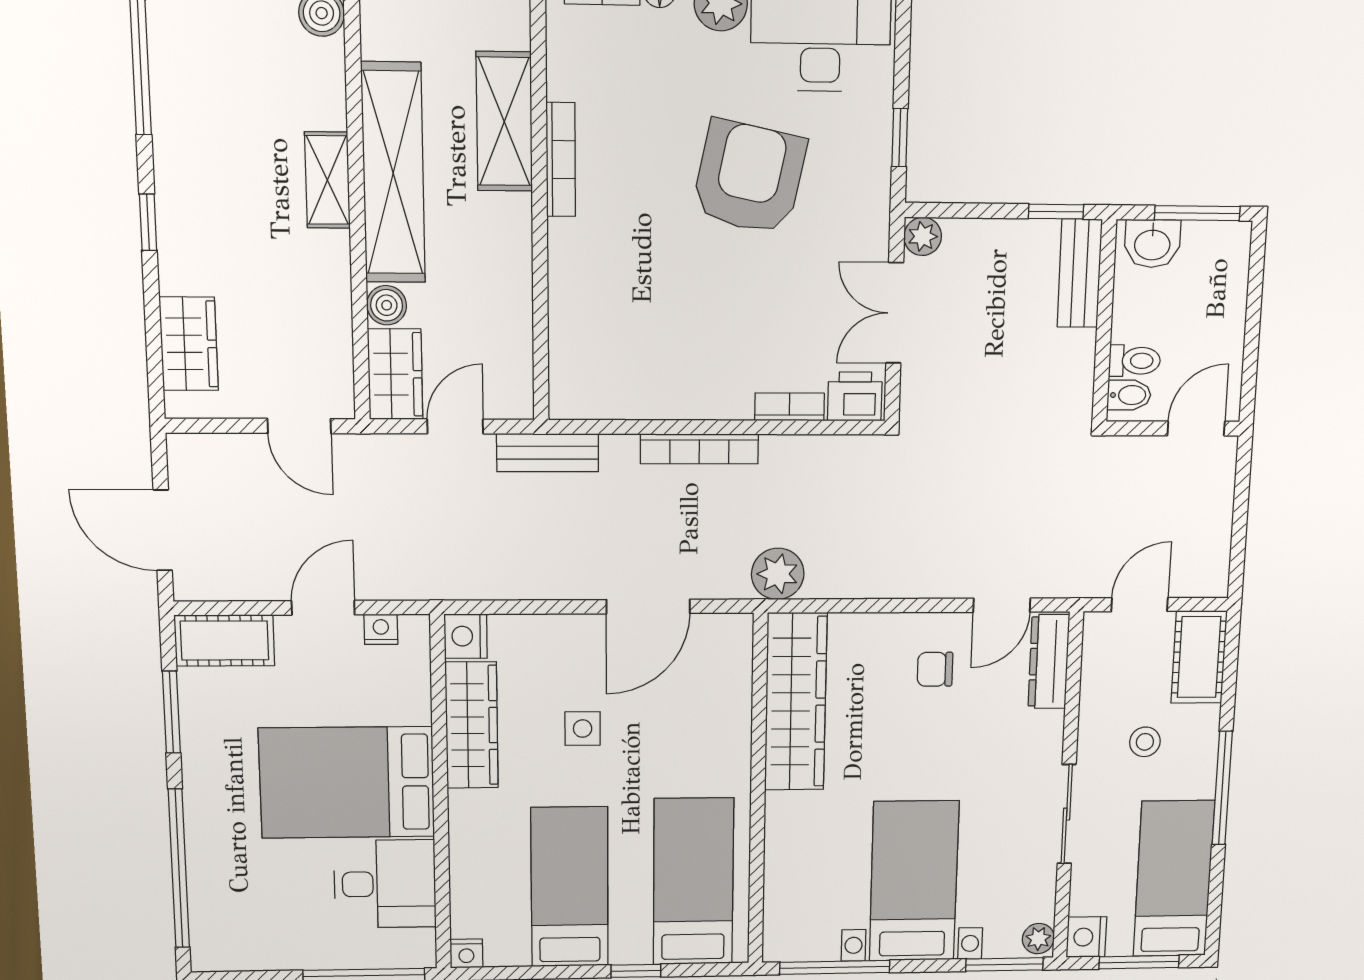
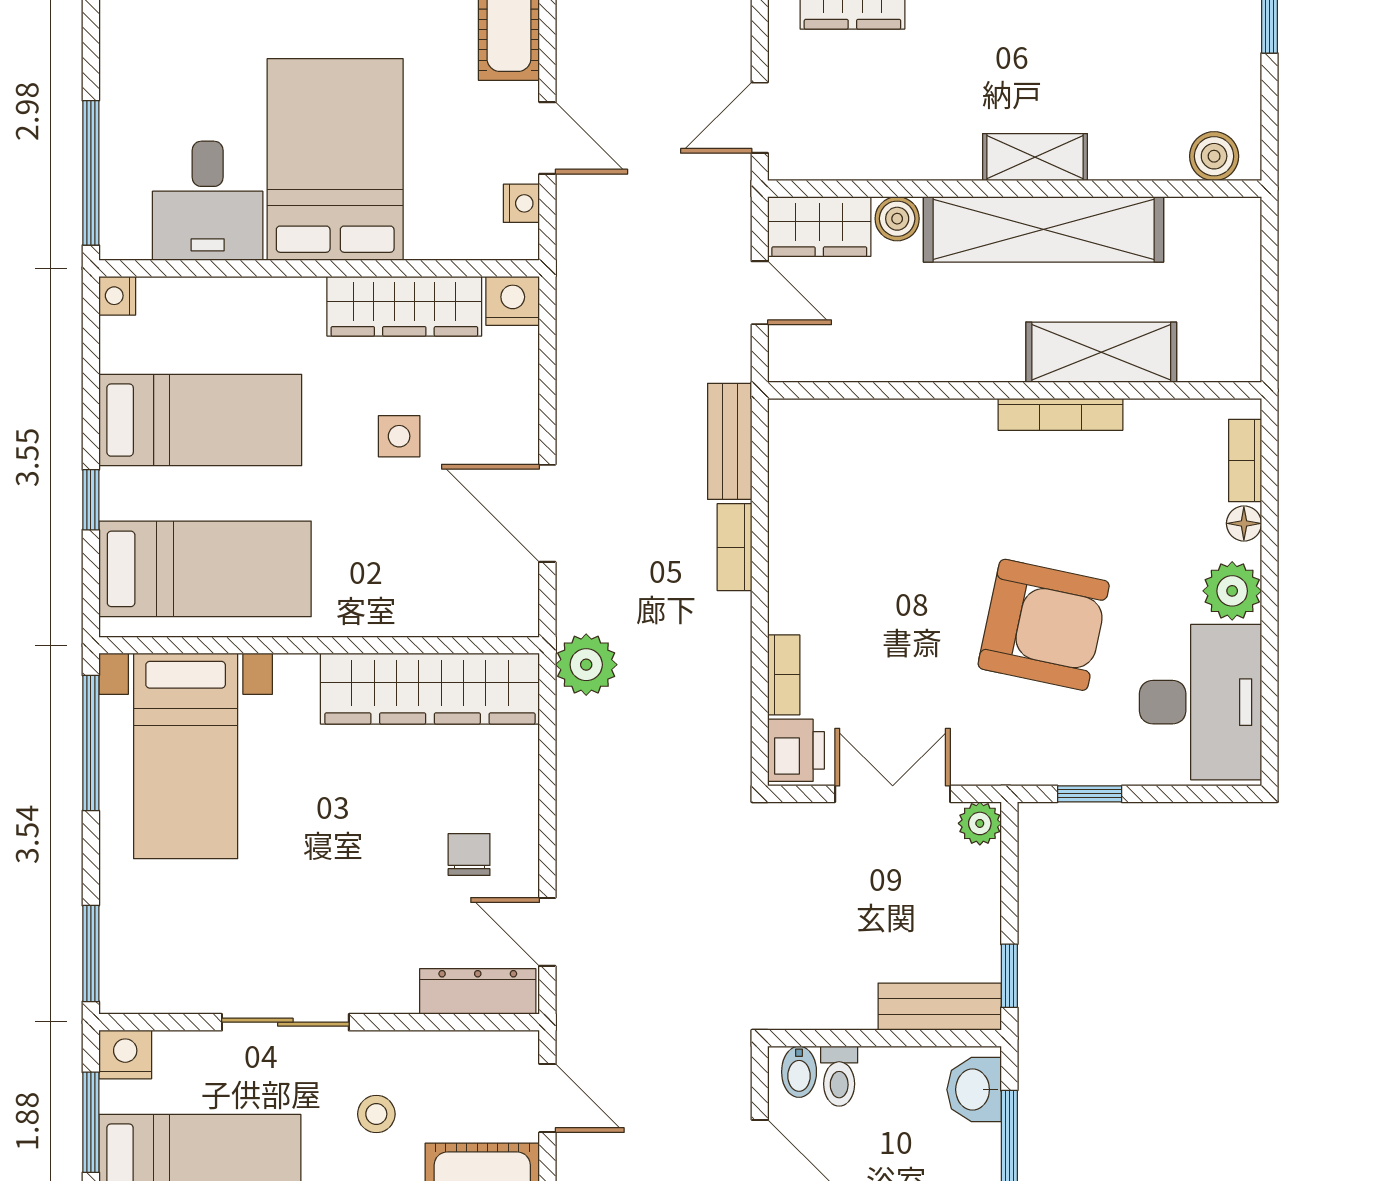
bookcase: (699, 449) -> (734, 547), width x0.64
bench: (548, 453) -> (730, 441), moved
bed with nightstands: (914, 881) -> (186, 756), moved, turned 90
plant: (1038, 939) -> (124, 994), removed

